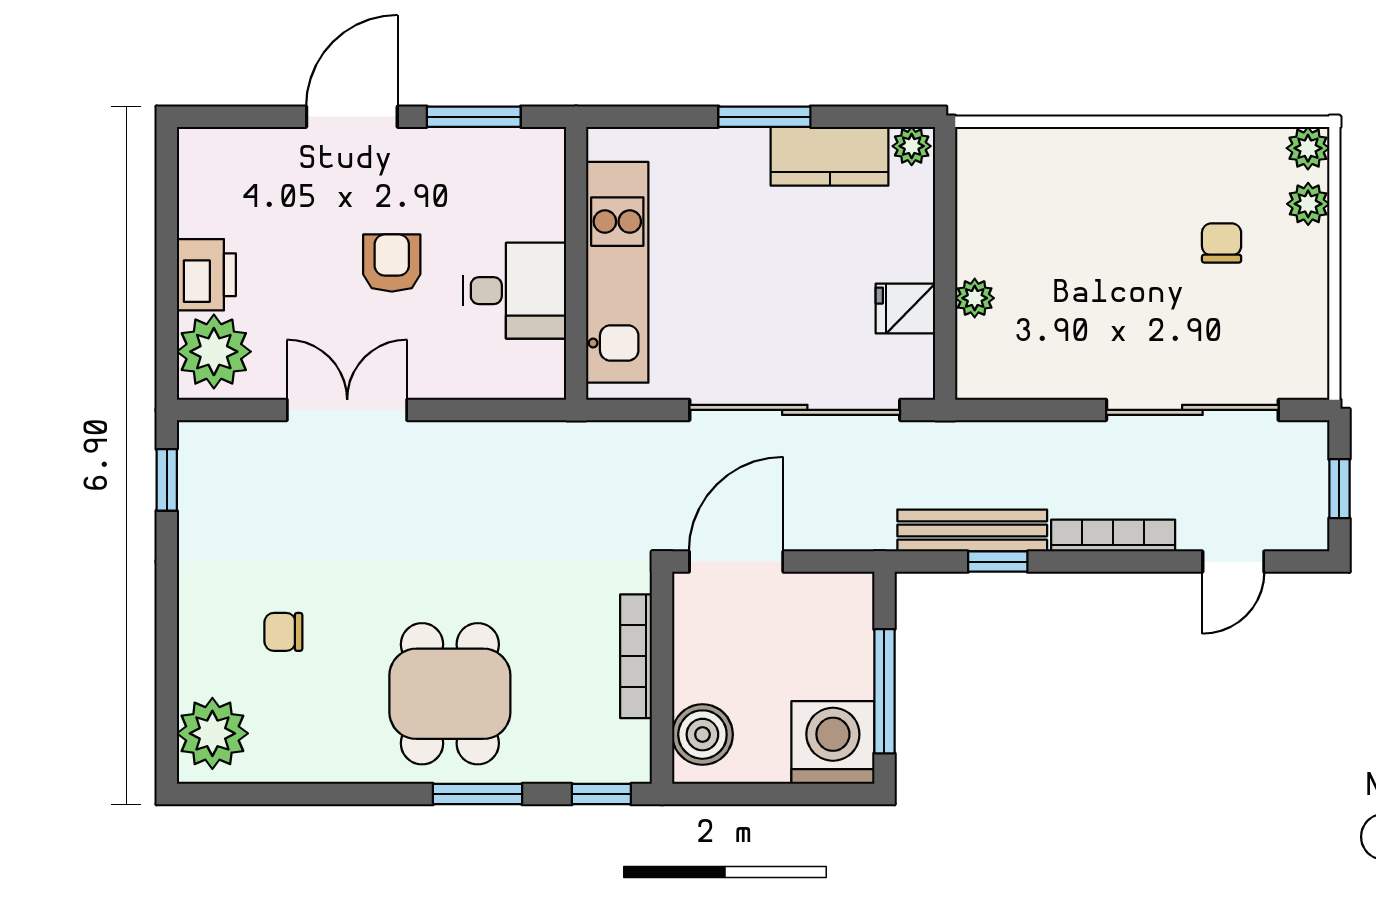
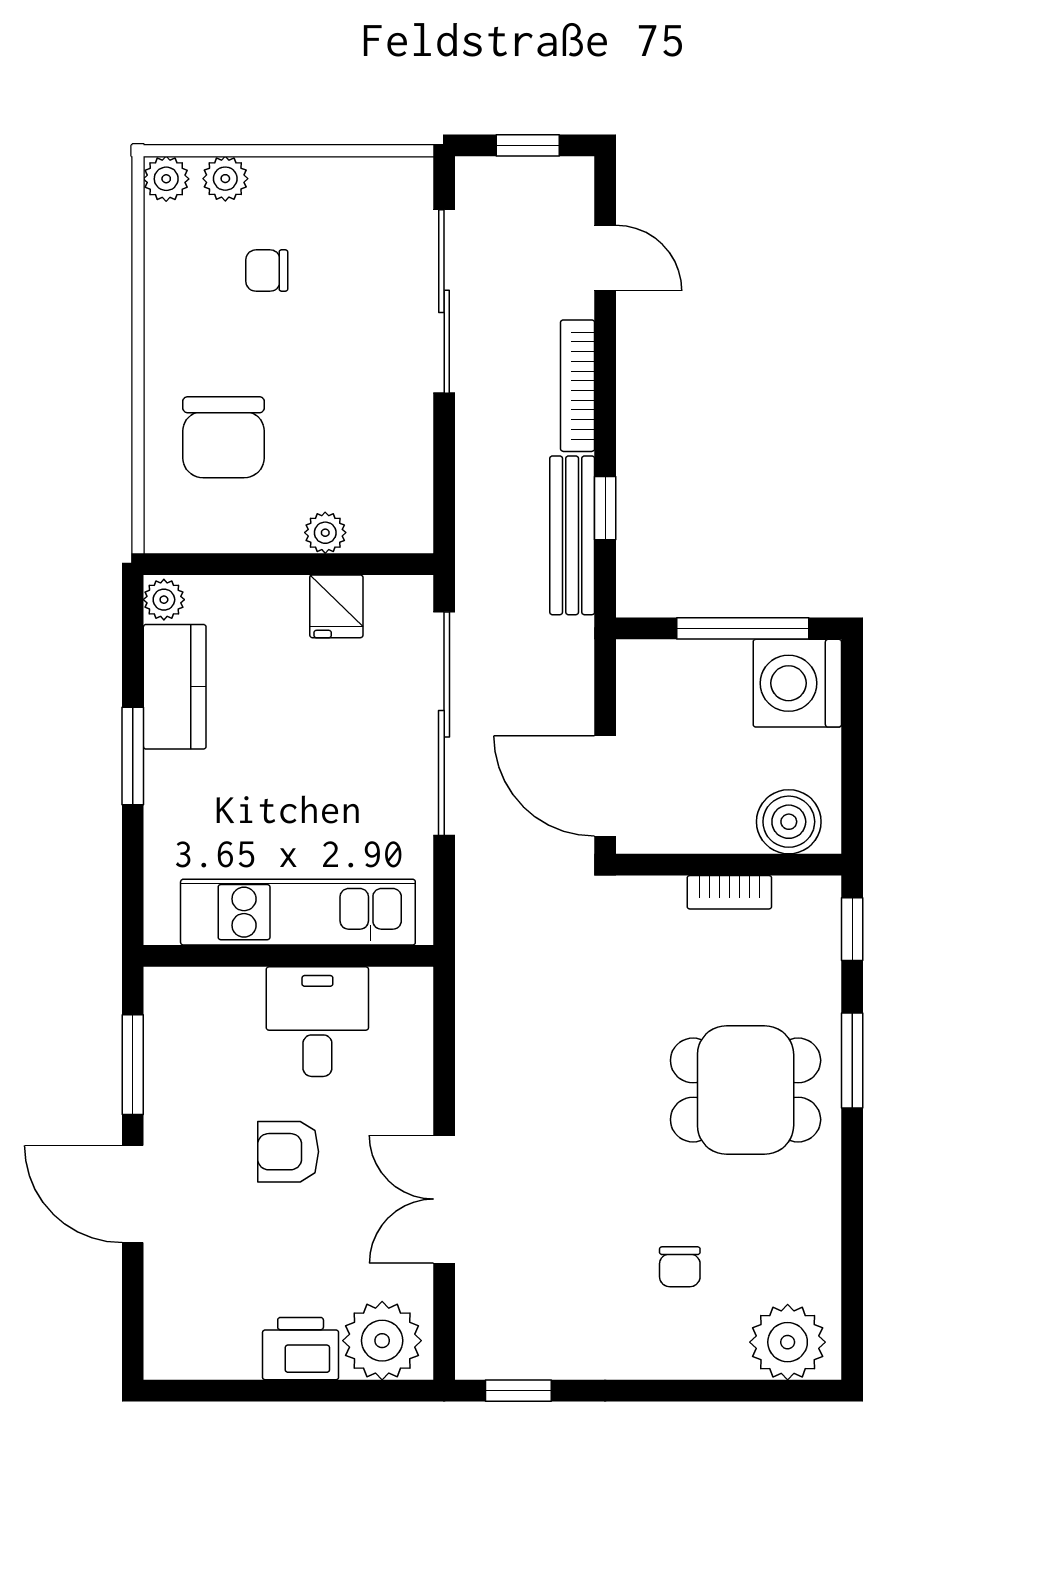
chair: (1065, 202) -> (224, 437), added
bookcase: (636, 656) -> (729, 892), width x0.64

